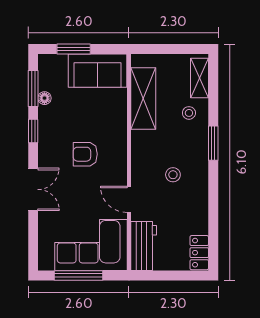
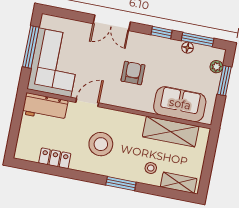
plant: (60, 61) -> (216, 67), added
sofa: (98, 71) -> (180, 104), moved, turned 90
stool: (173, 175) -> (101, 144), width x1.89, depth x1.89
locker: (199, 253) -> (55, 158), moved

